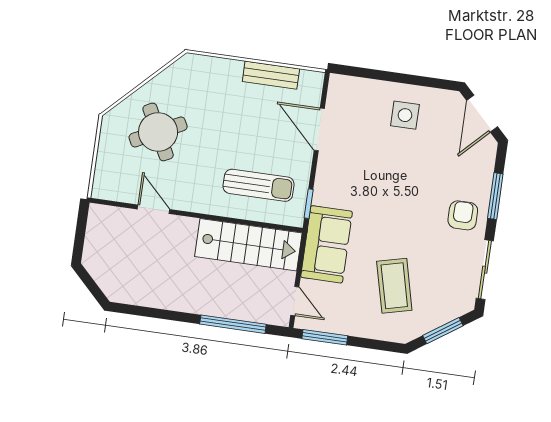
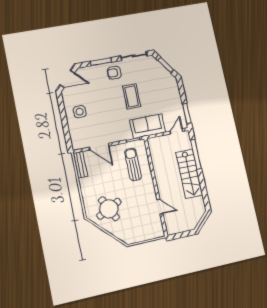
bench: (271, 75) -> (80, 165), moved
door: (319, 129) -> (99, 147), hinge flipped
round table: (158, 132) -> (109, 209), moved
door: (154, 209) -> (160, 207), swing flipped
stairs: (248, 245) -> (189, 174), moved, turned 180
coffee table: (394, 286) -> (132, 96), moved, turned -76

